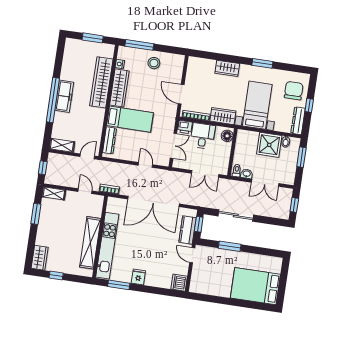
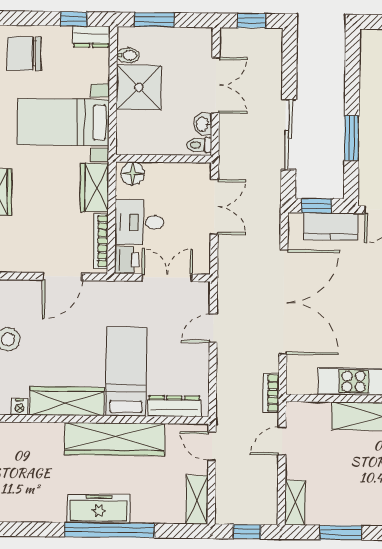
wardrobe: (101, 82) -> (115, 439), moved
window: (309, 105) -> (74, 19), moved
dresser: (298, 121) -> (91, 37), width x0.70

